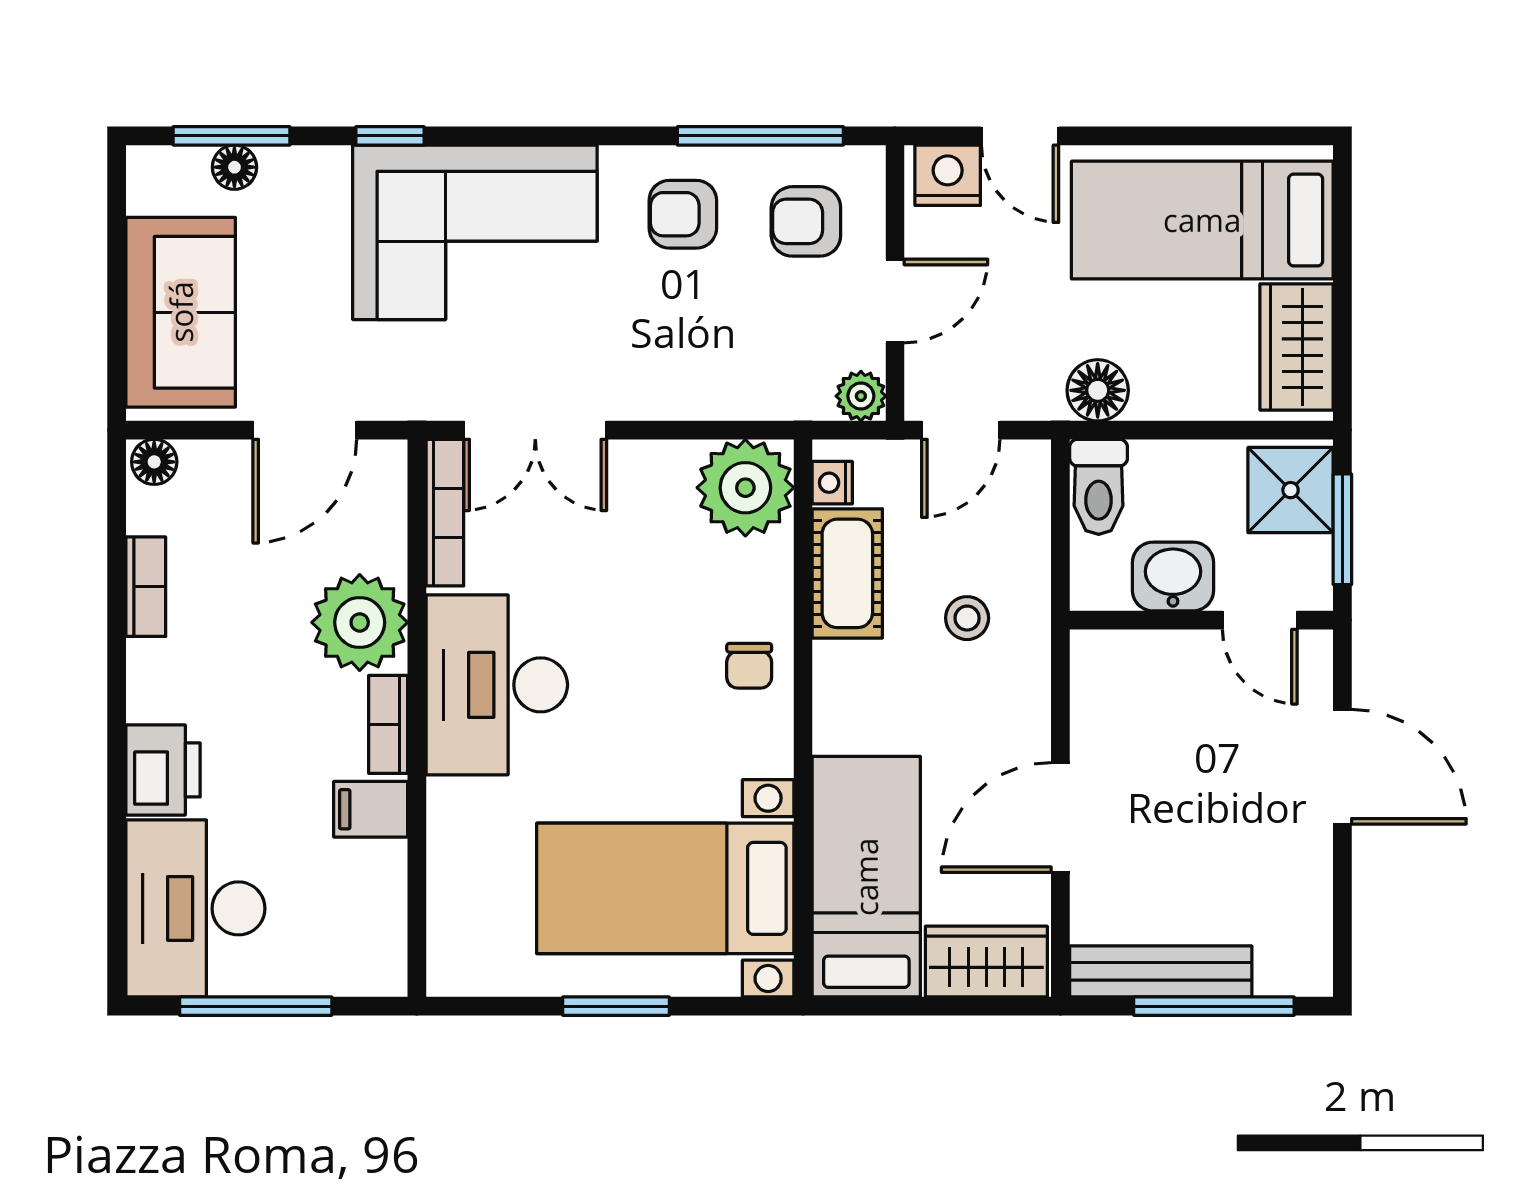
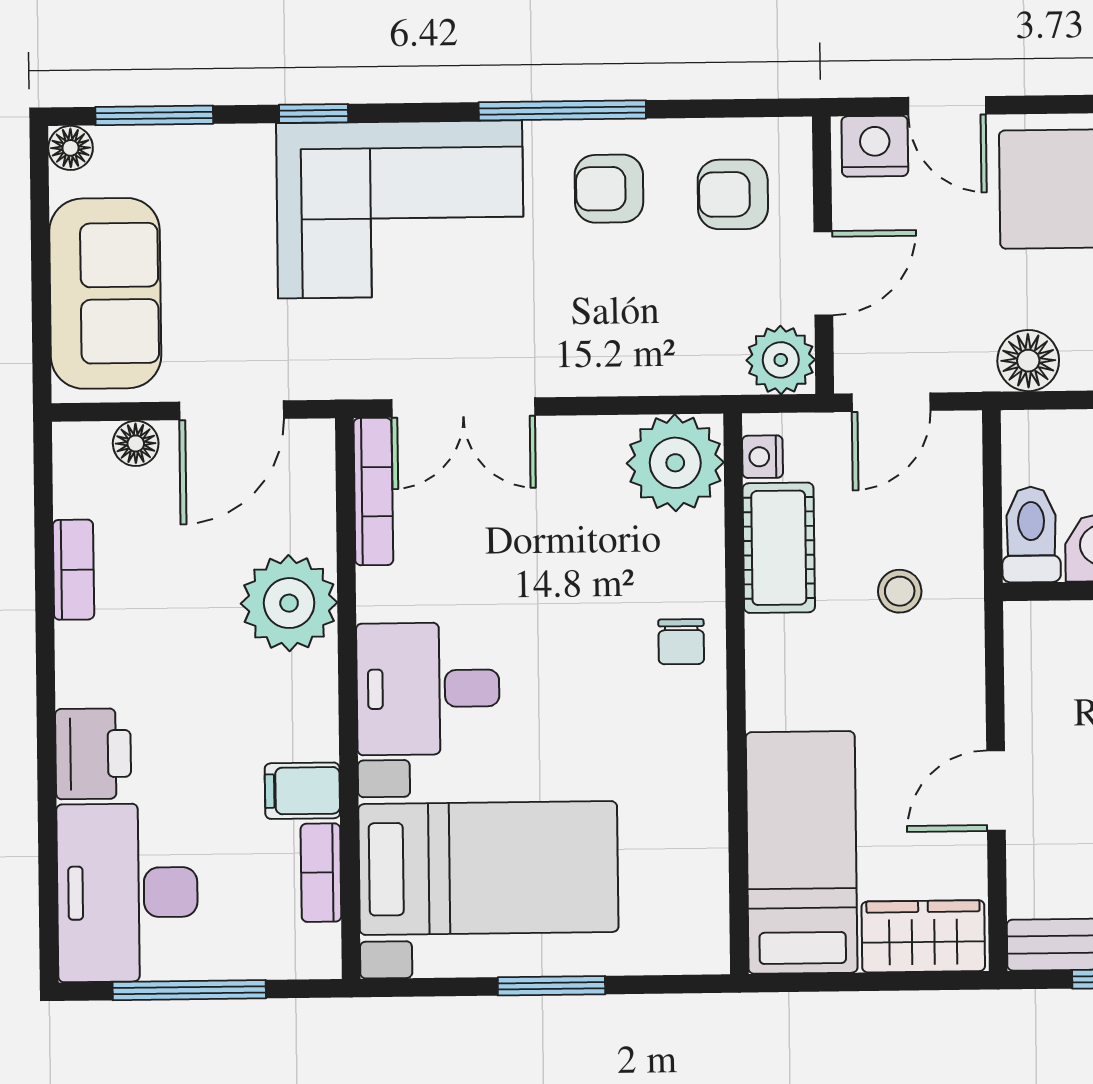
window: (760, 136) -> (562, 110), moved
floor lamp: (234, 167) -> (71, 148), moved
plant: (861, 396) -> (781, 360), width x1.38, depth x1.38
floor lamp: (154, 462) -> (136, 443), moved
toilet: (1099, 487) -> (1031, 534), moved, turned 180
desk: (497, 685) -> (428, 689), width x0.73
bookcase: (388, 724) -> (321, 873), moved
door: (1060, 818) -> (996, 791), width x0.73
bed with nightstands: (665, 888) -> (488, 868), moved, turned 180

